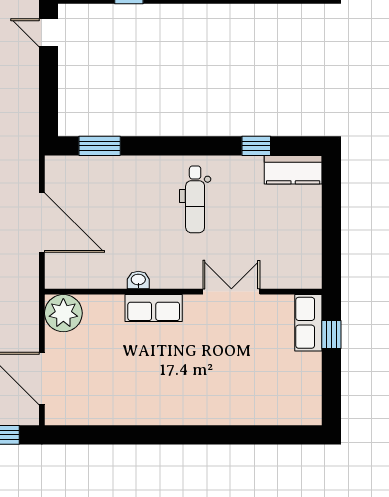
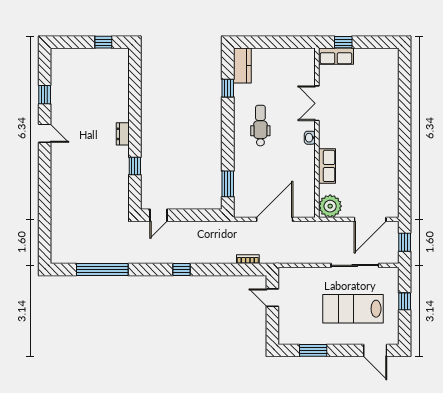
dental chair: (195, 199) -> (260, 126), turned -90
washbasin: (138, 280) -> (310, 138), moved
row of seats: (154, 308) -> (327, 166), moved

